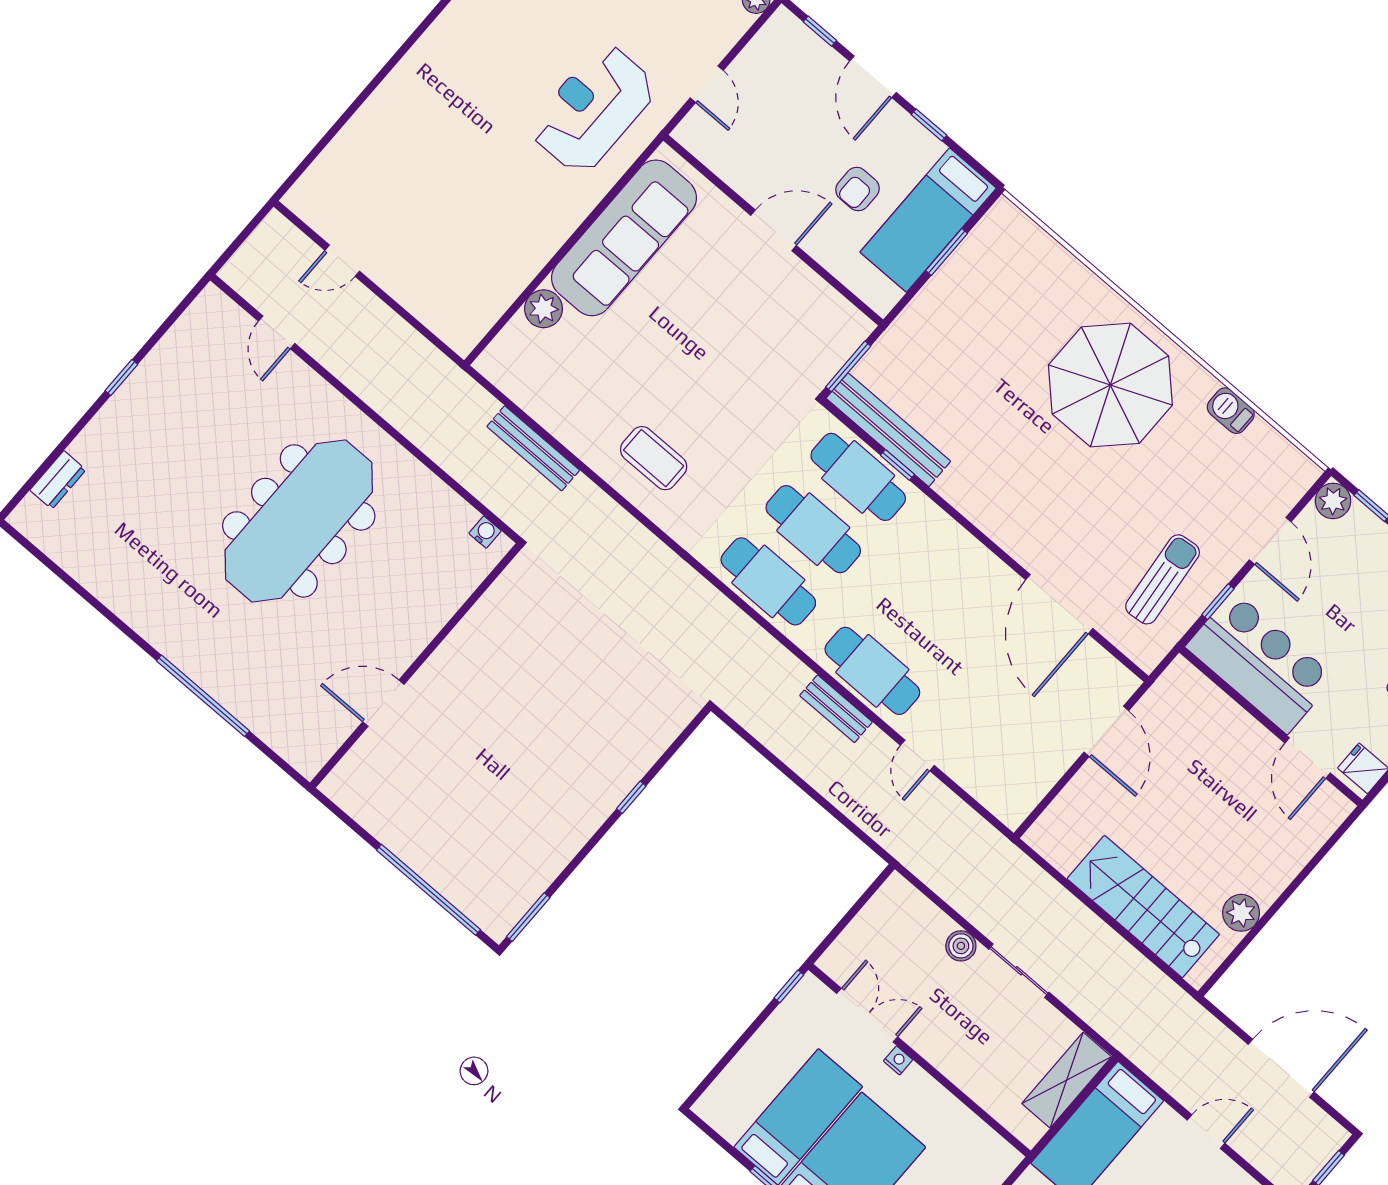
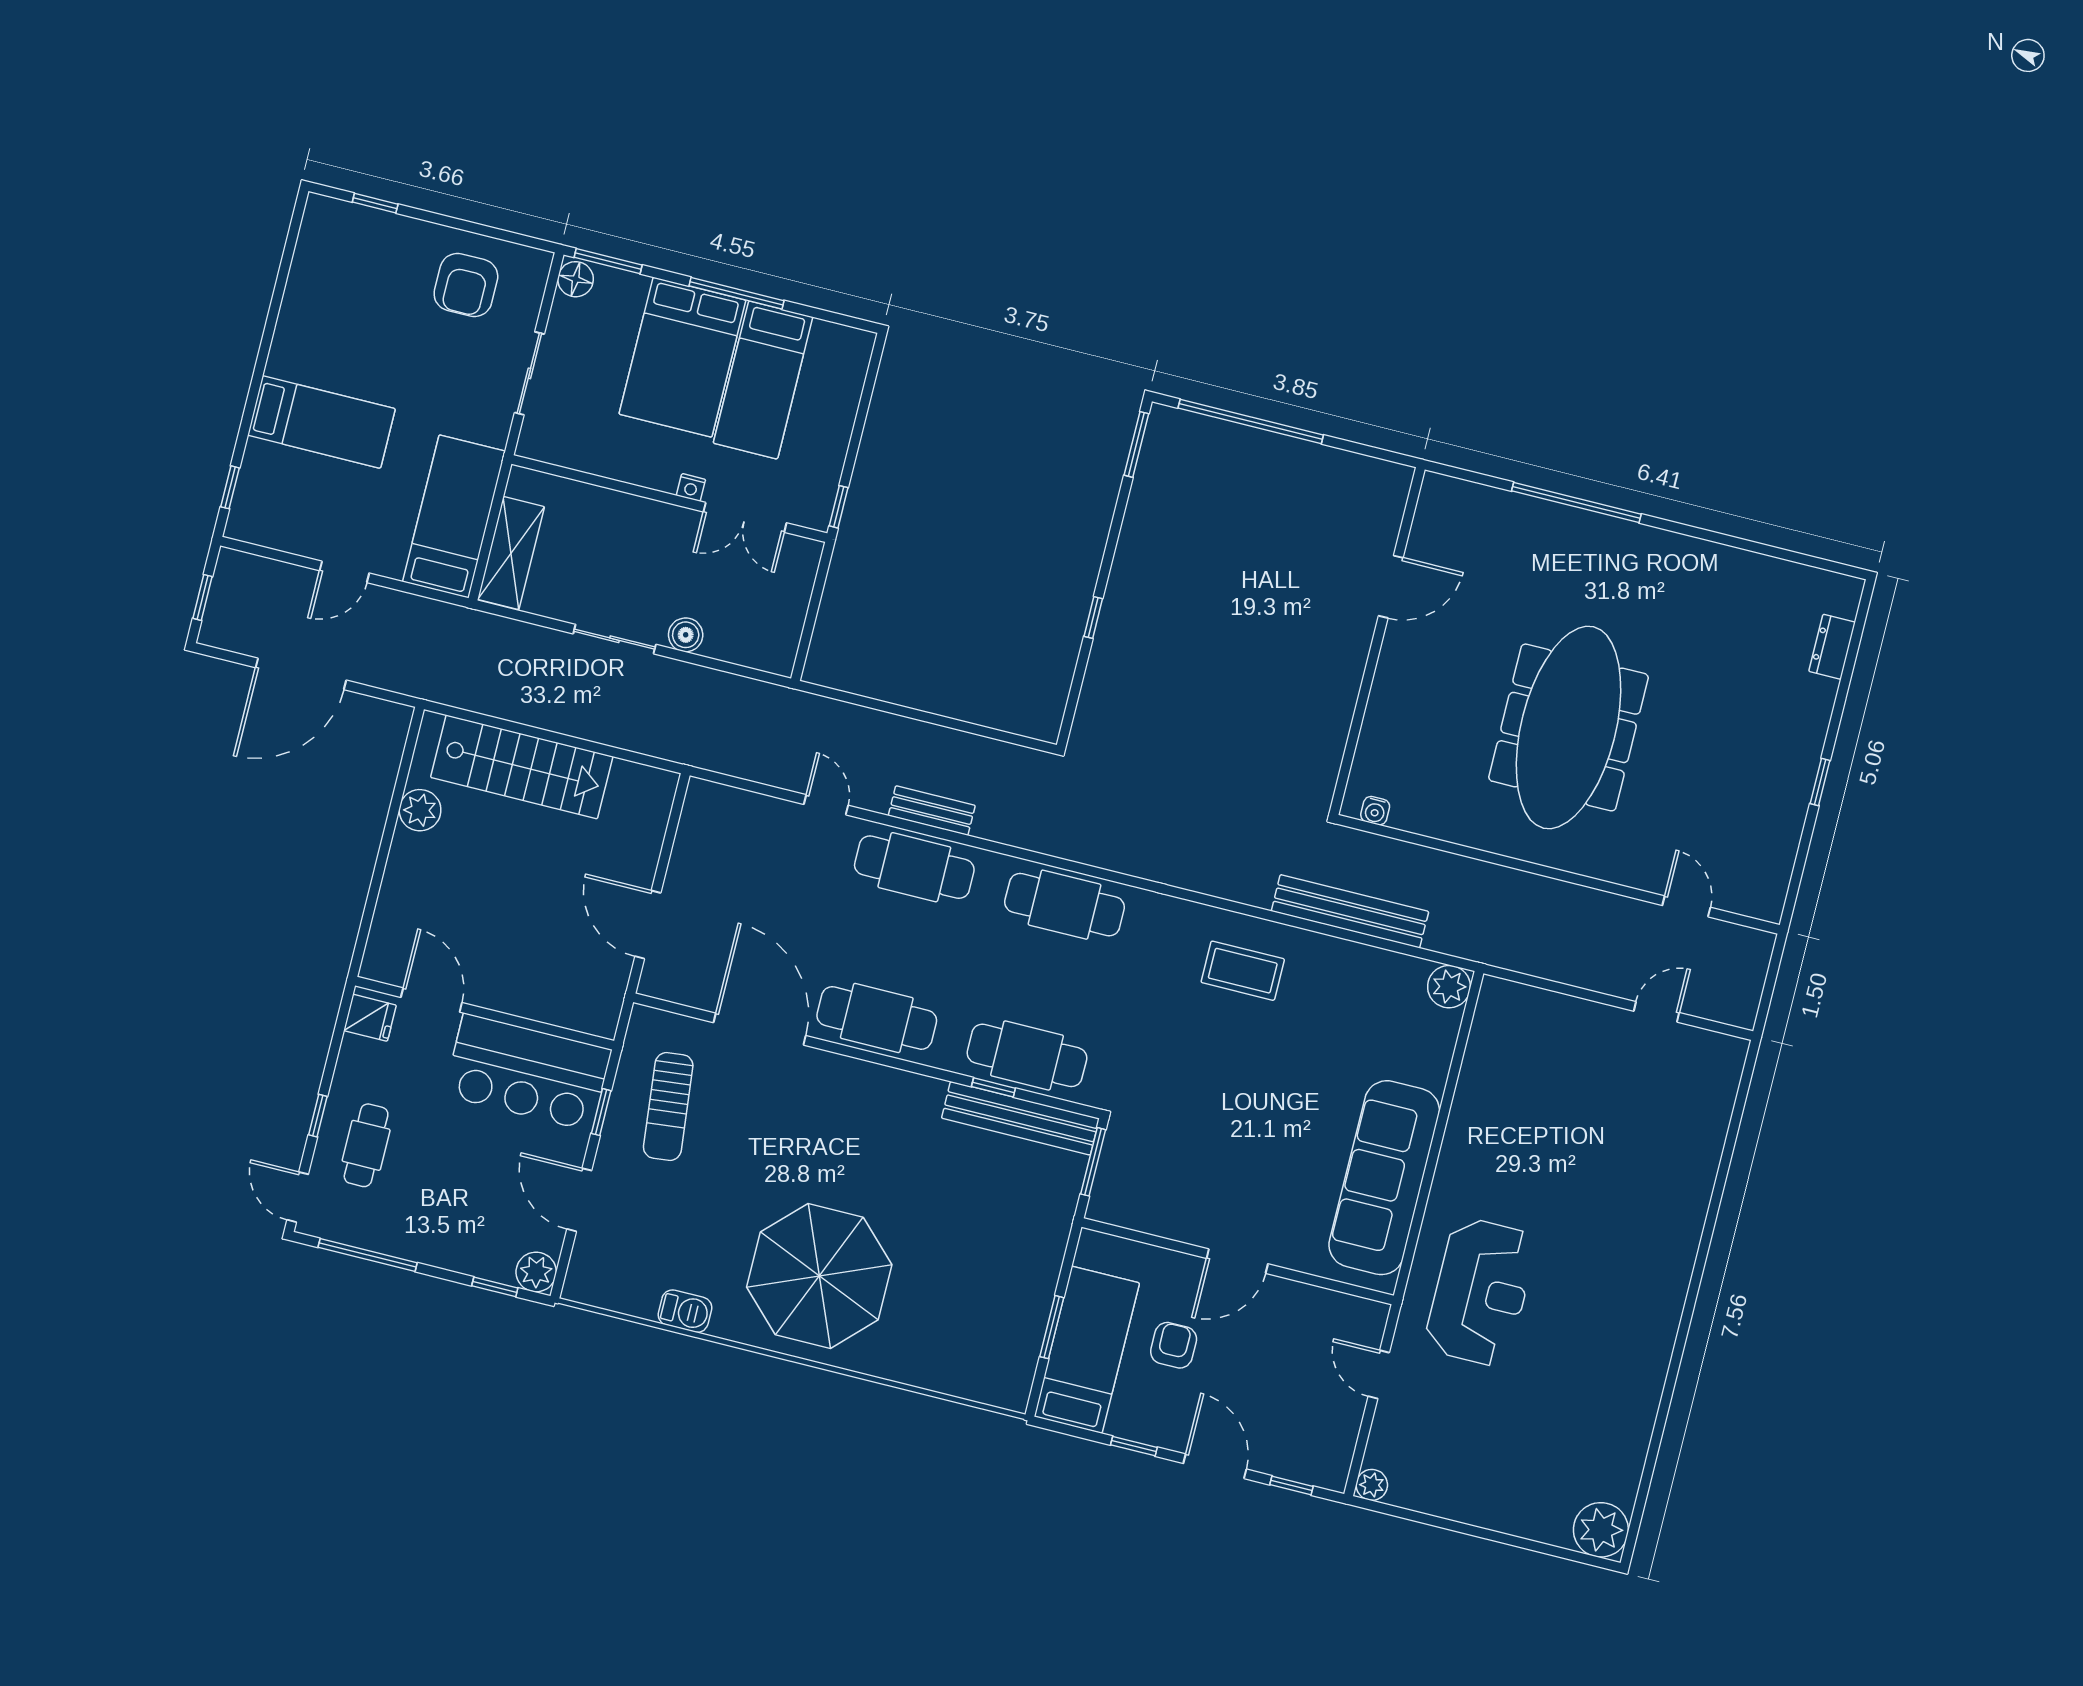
plant: (544, 309) -> (1449, 987), moved
bench: (533, 448) -> (1350, 911), width x1.37, depth x1.21
cafe table: (813, 529) -> (877, 1018), moved

